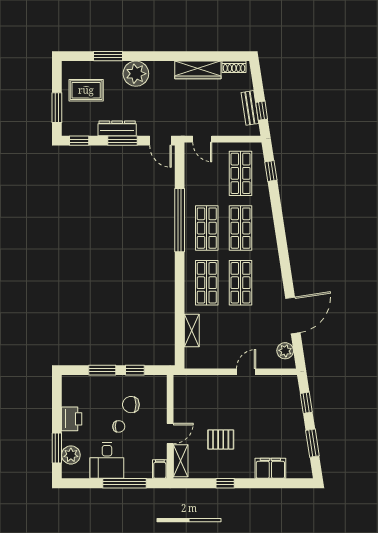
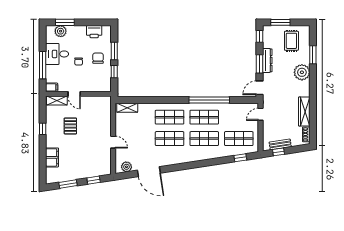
shelving: (192, 330) -> (127, 108), moved
chair: (131, 405) -> (98, 58), moved
printer: (72, 419) -> (94, 32), moved

